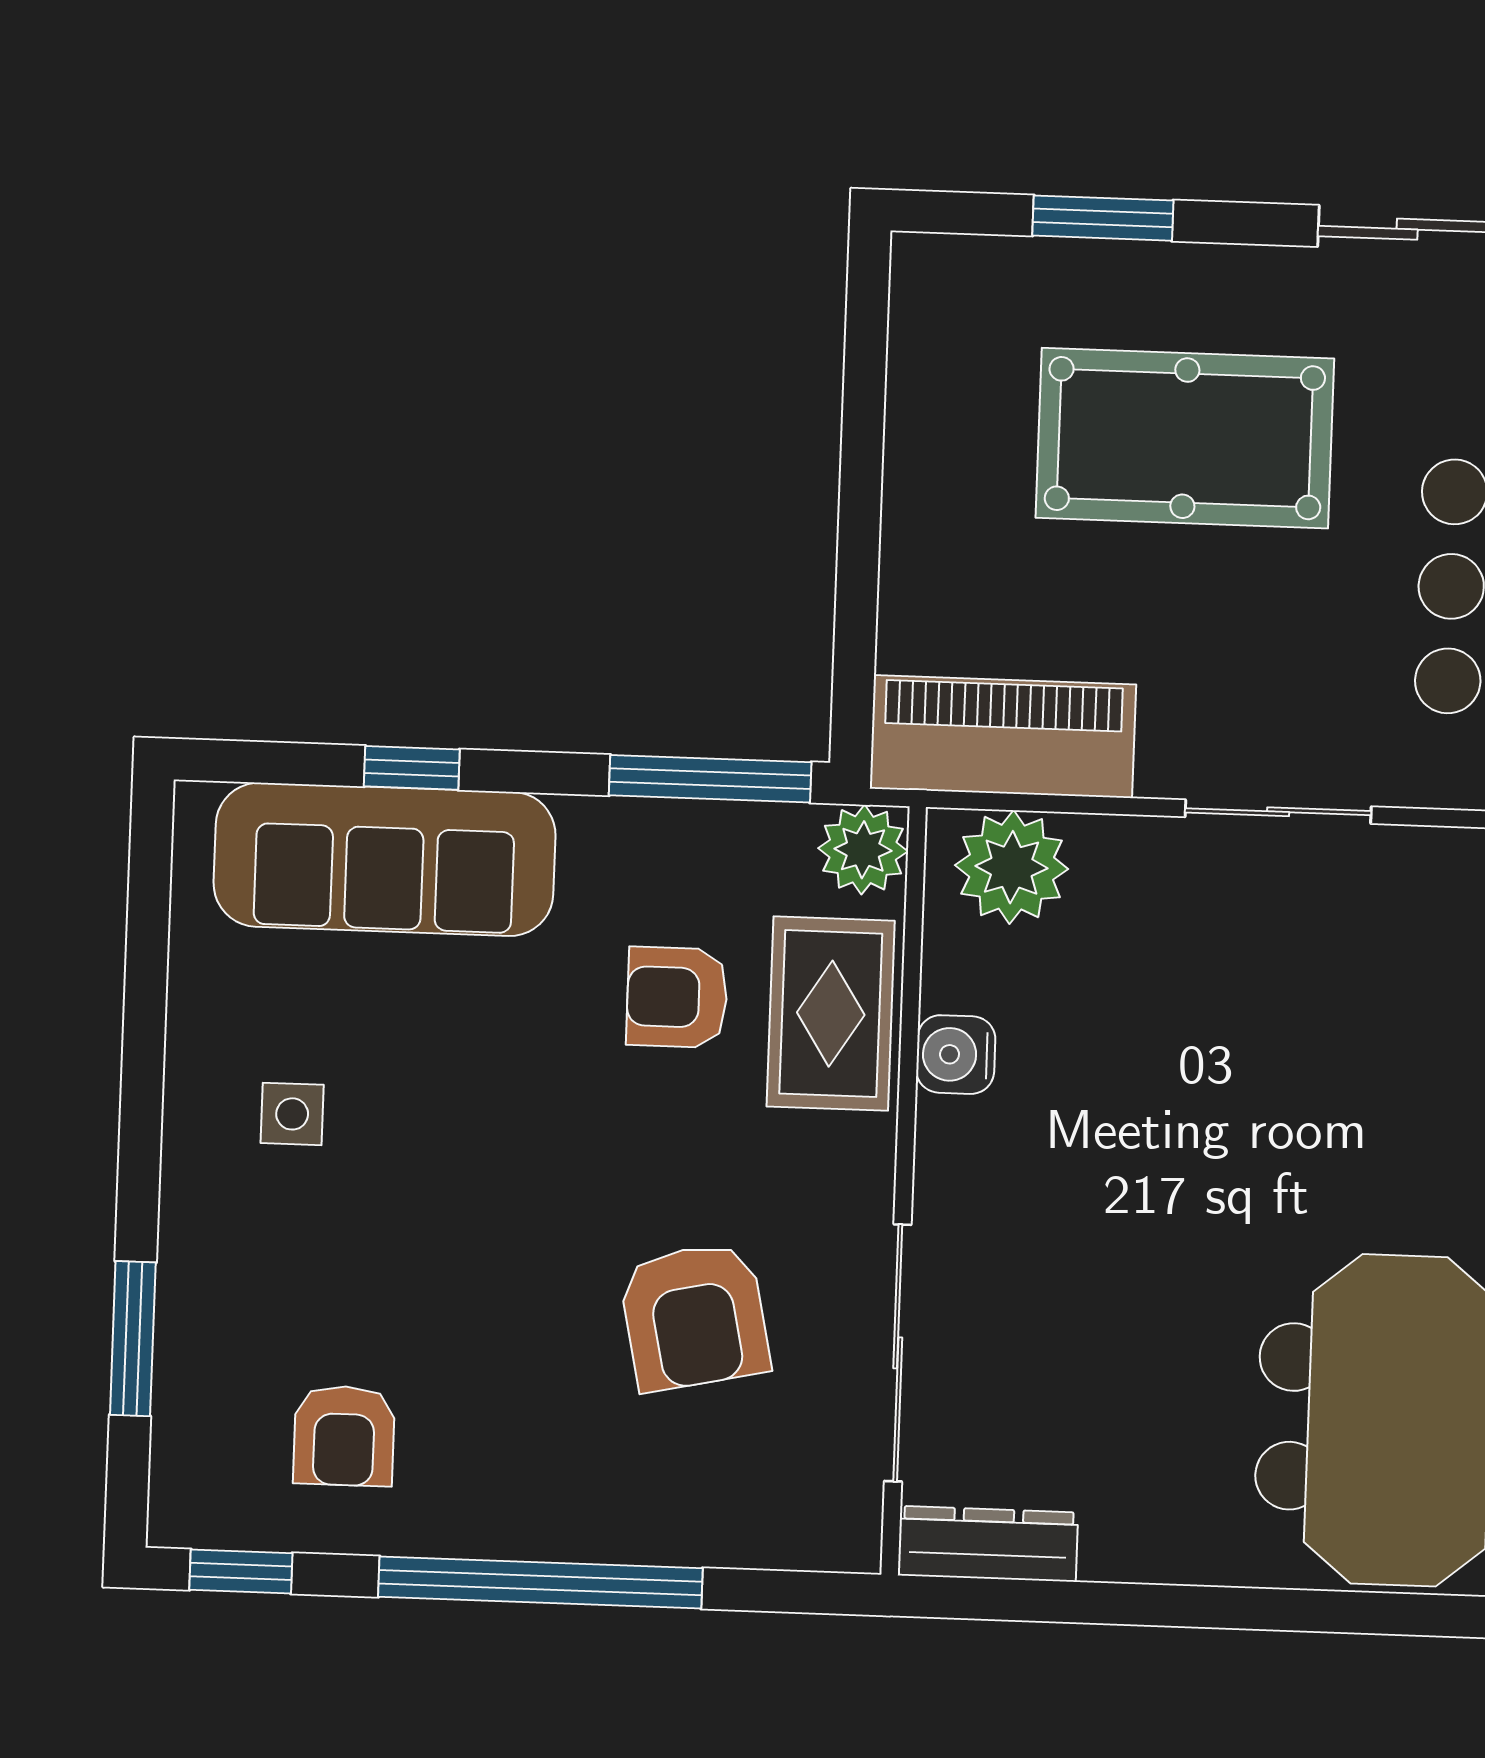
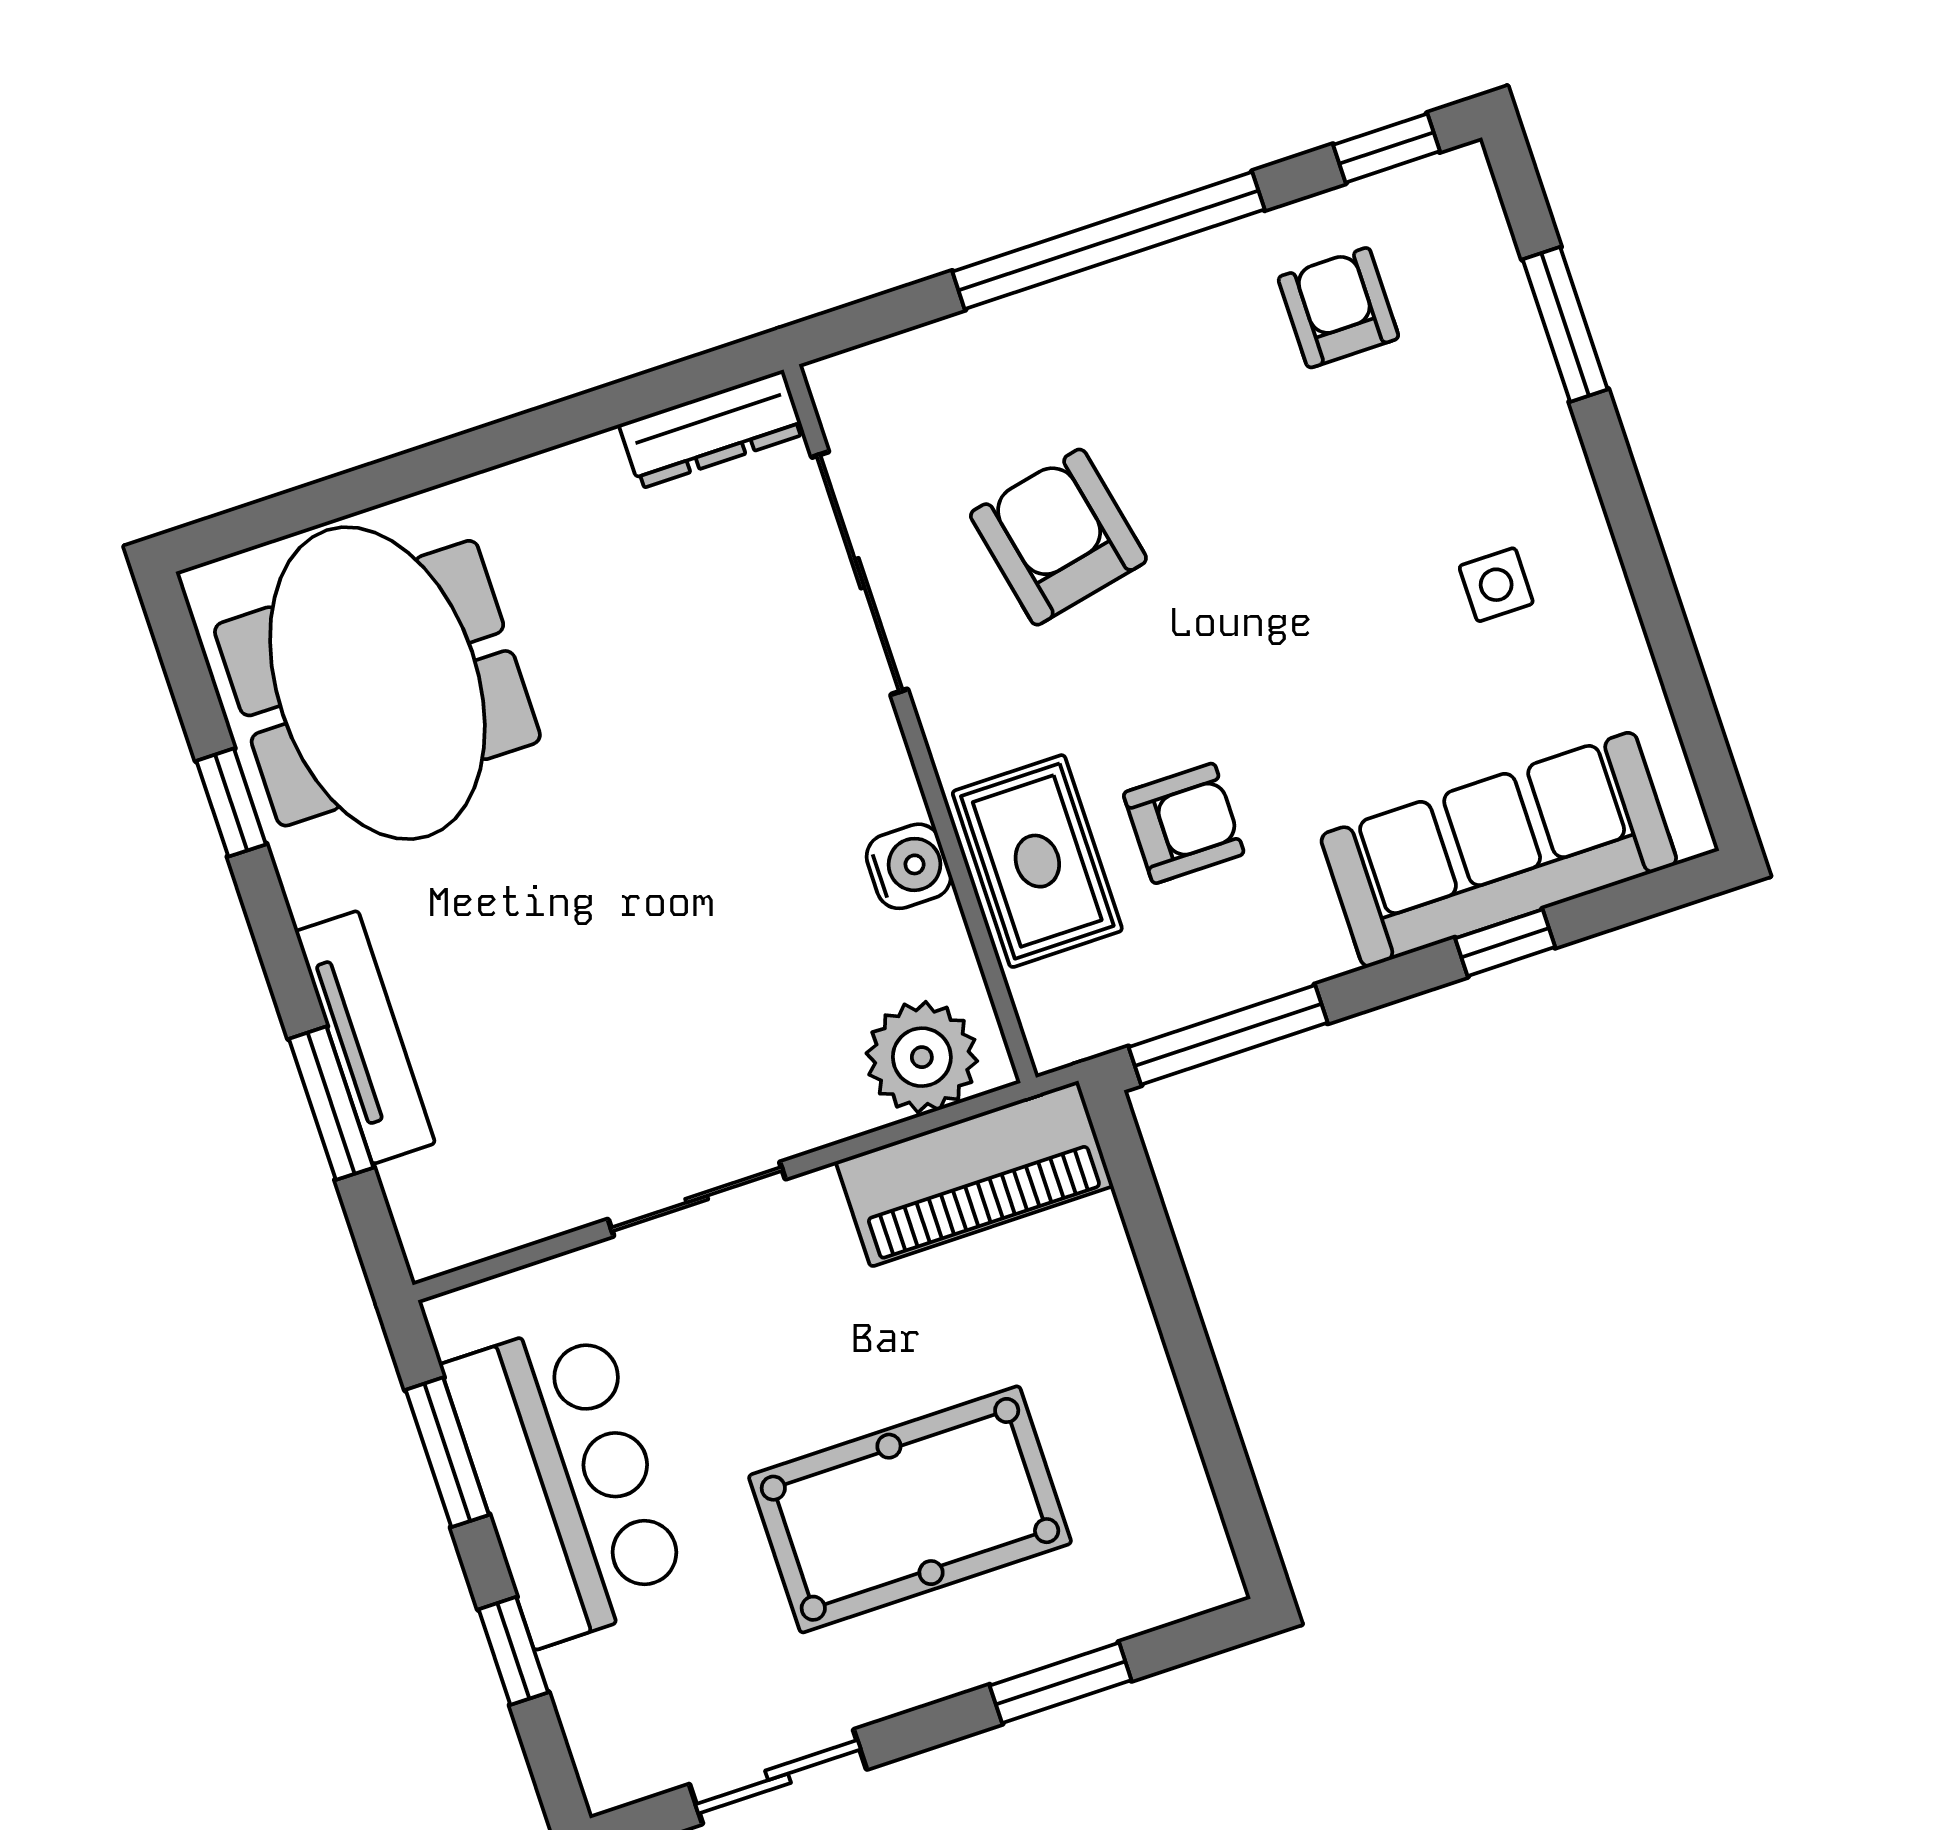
plant: (863, 850) -> (1064, 1022), removed

